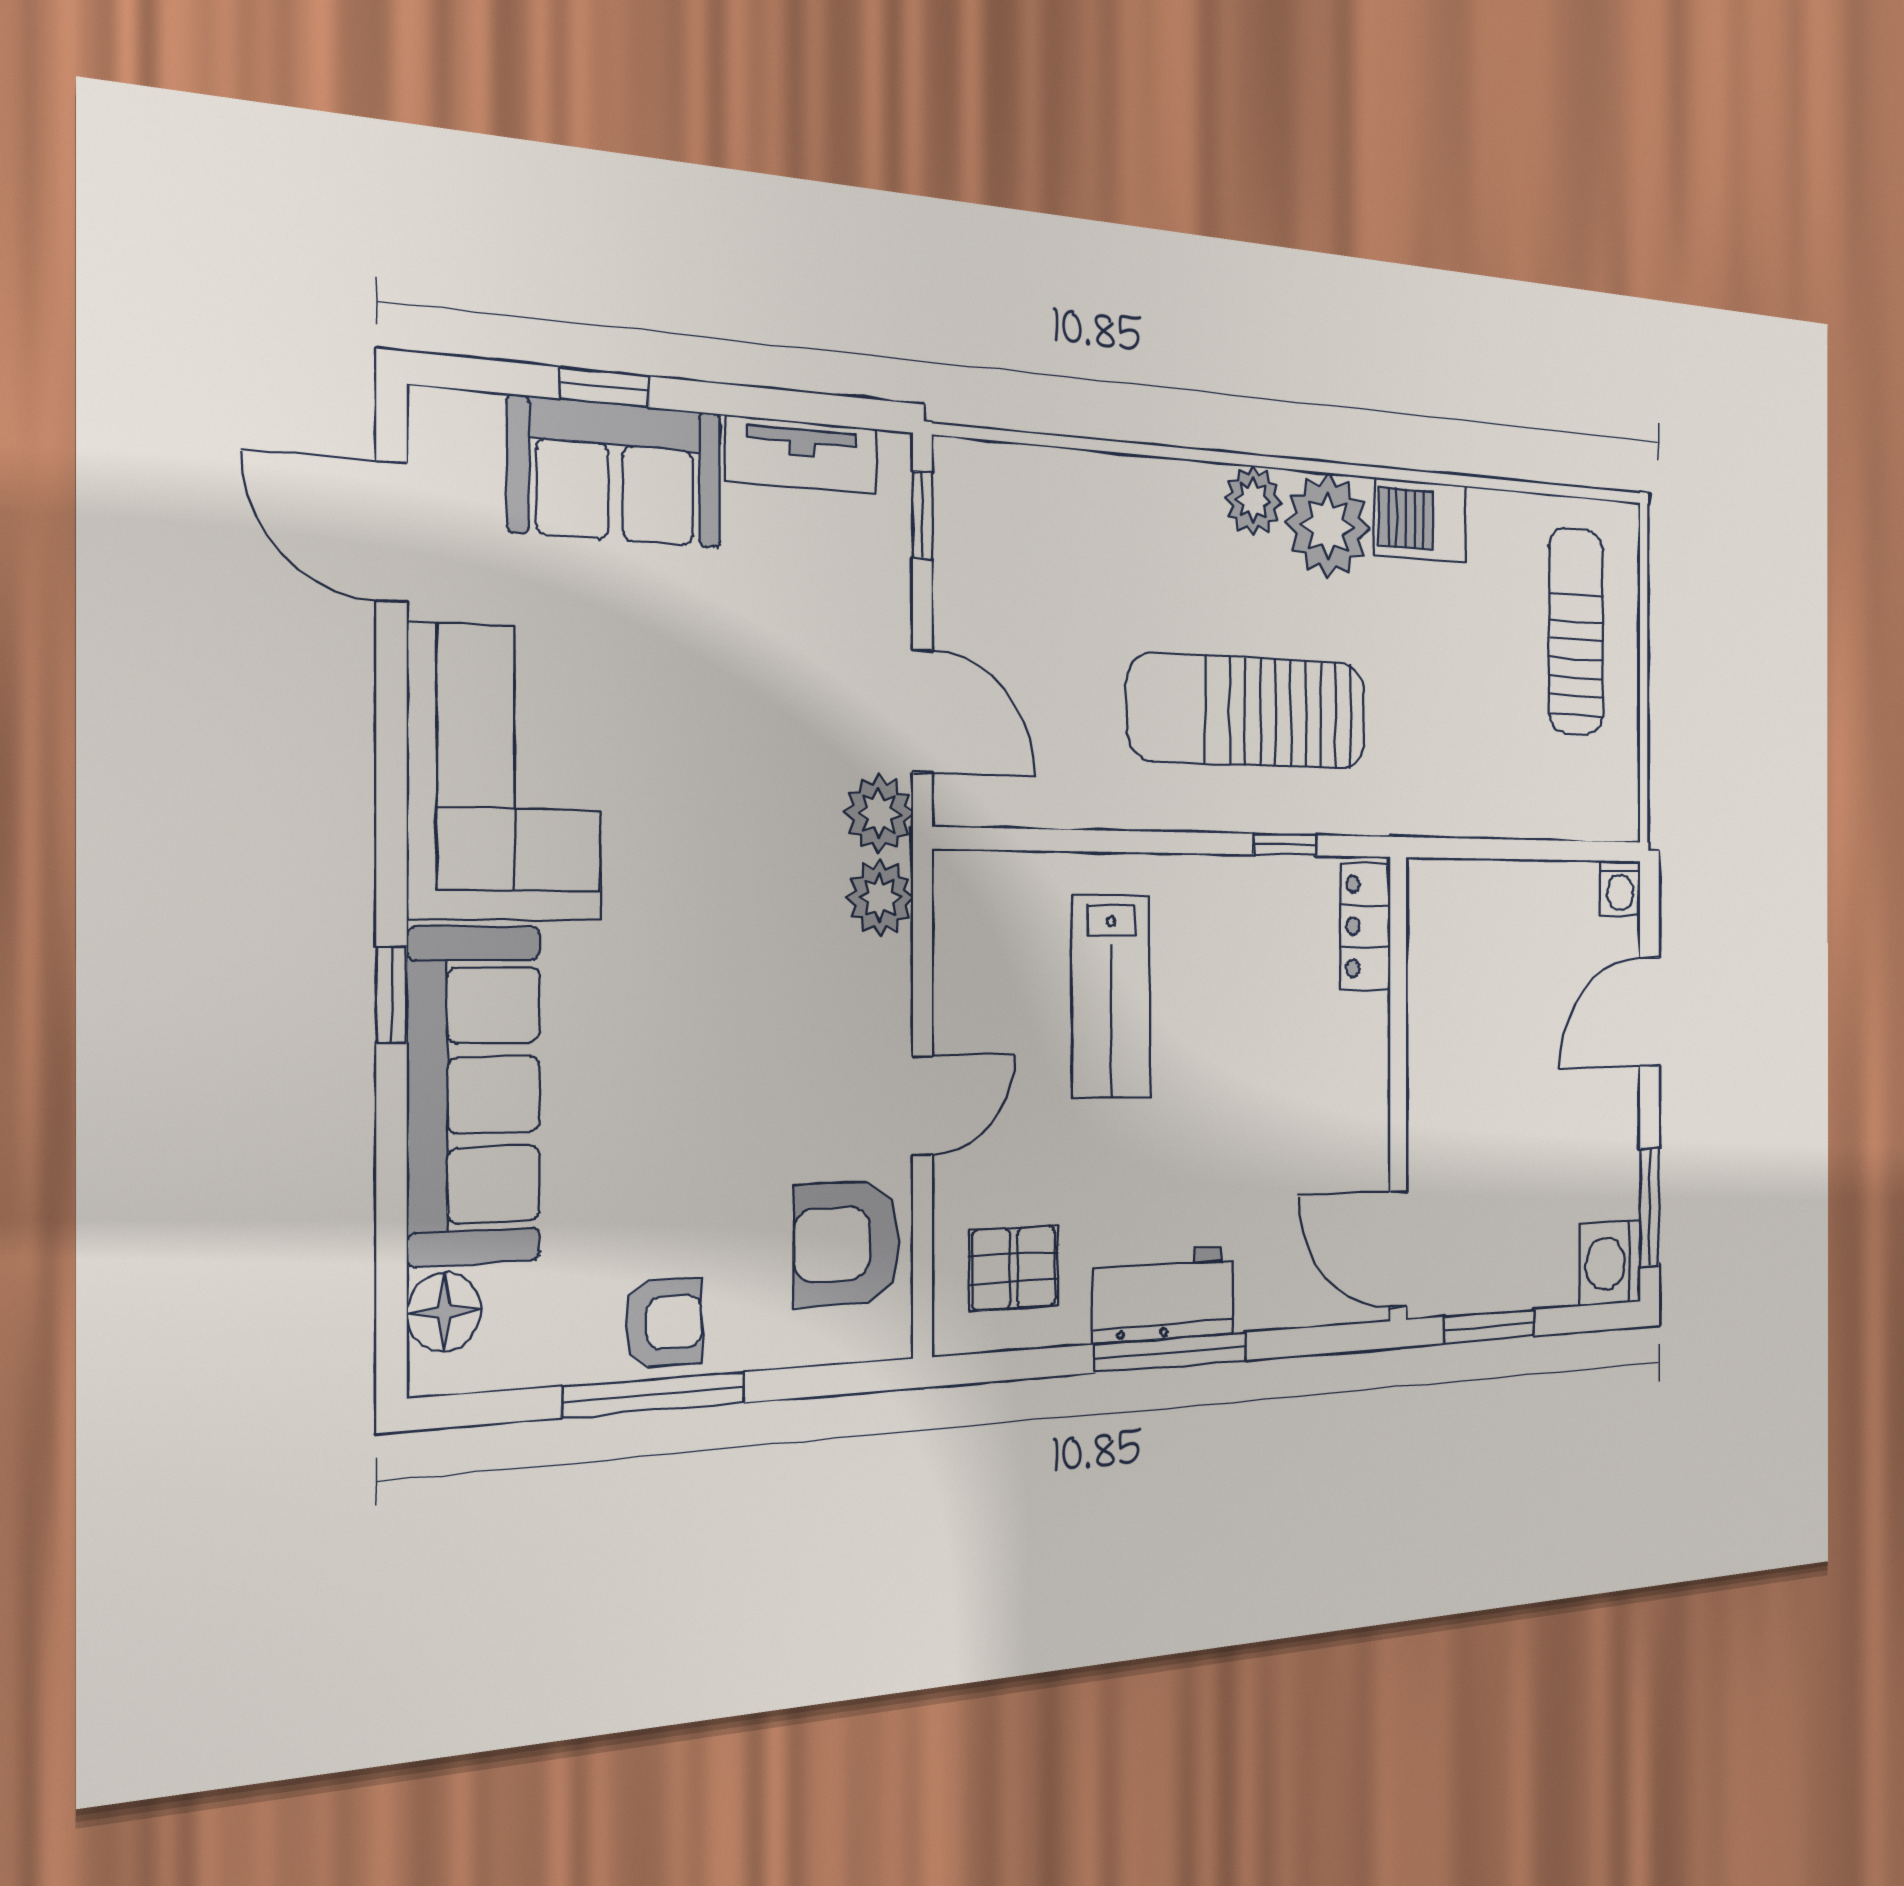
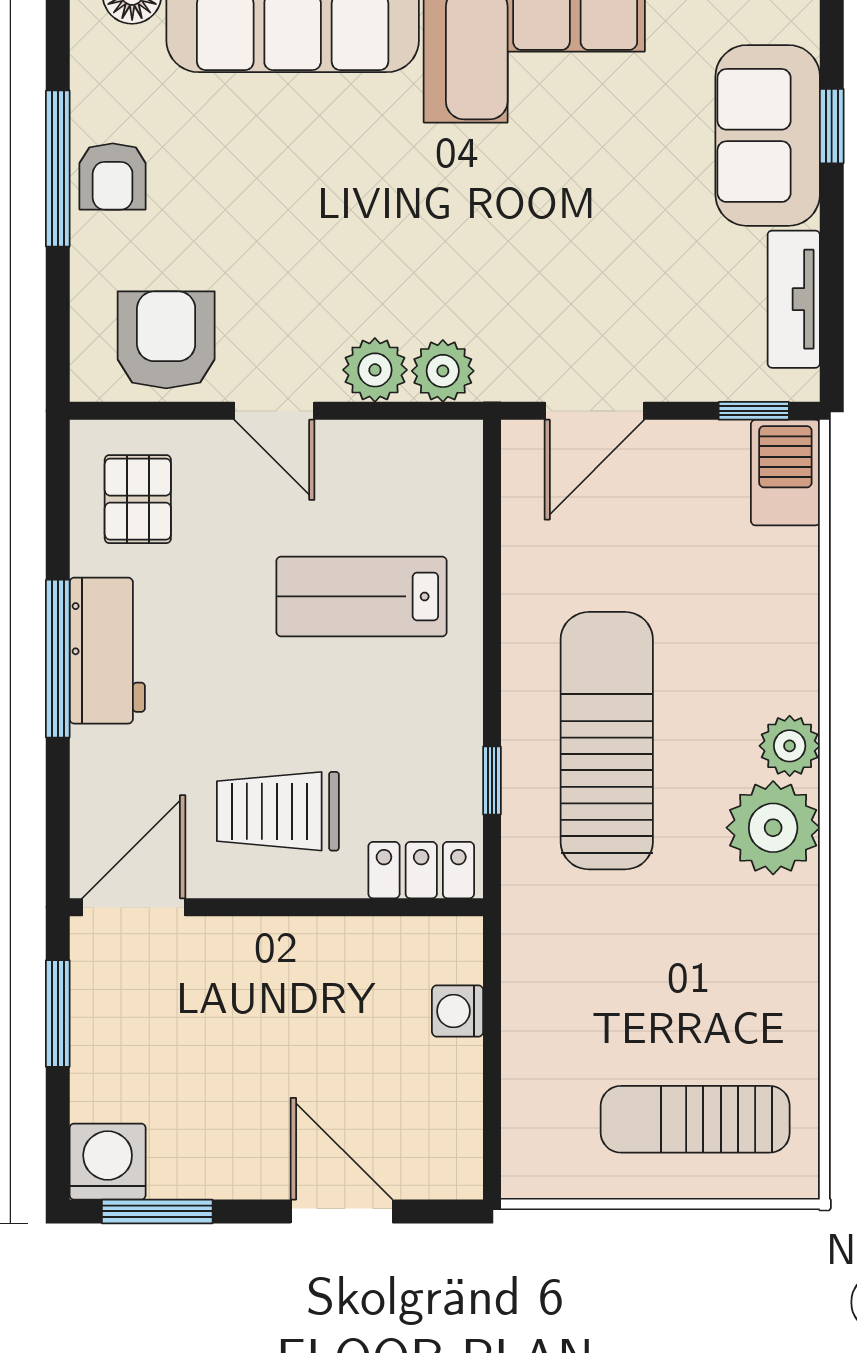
barbecue: (1420, 520) -> (785, 473), moved
sun lounger: (1576, 631) -> (695, 1119), turned 180
plant: (879, 813) -> (375, 370), moved
washing machine: (1620, 888) -> (458, 1011), moved
trolley: (1313, 1090) -> (278, 811), added

